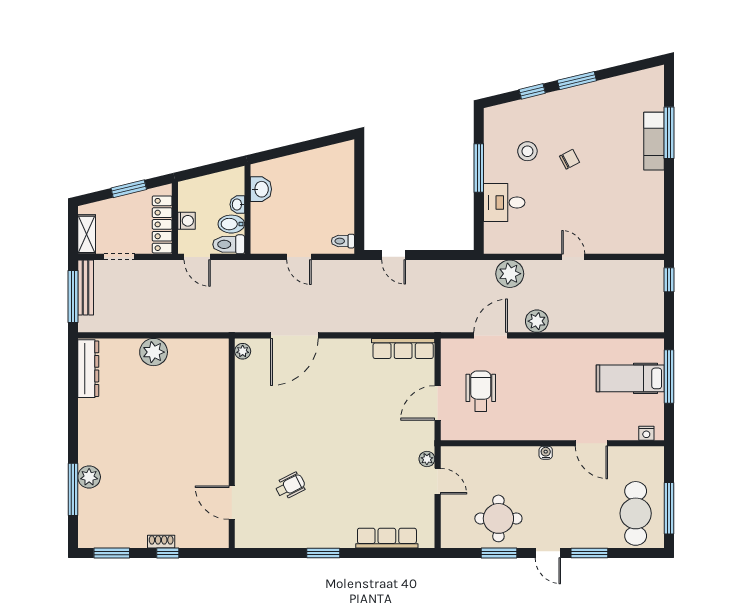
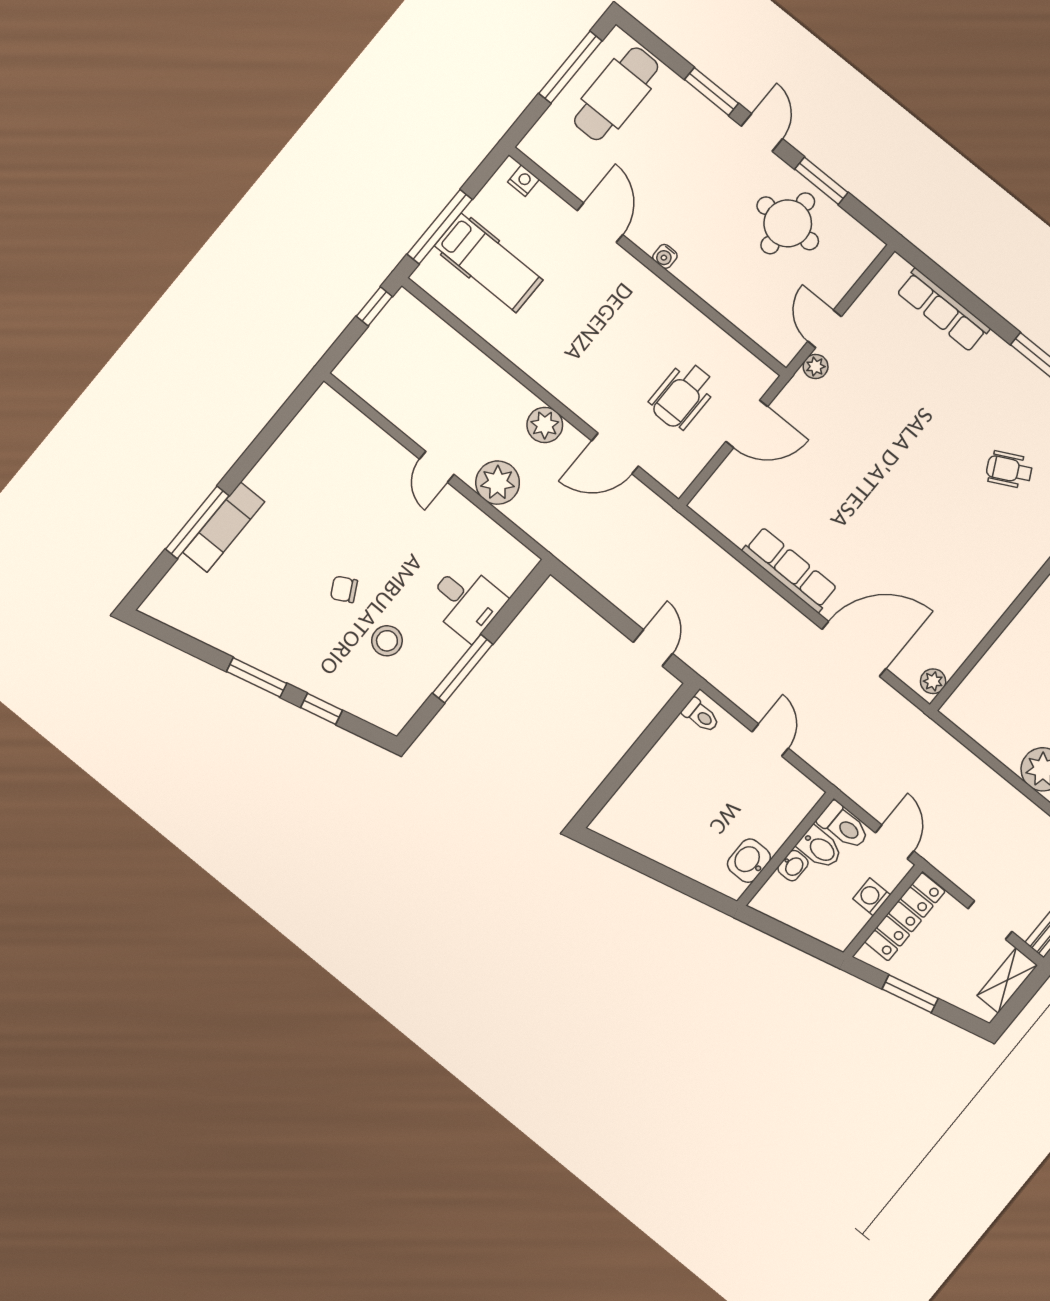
plant: (510, 274) -> (498, 483), moved
window: (669, 280) -> (374, 306), moved
row of seats: (403, 349) -> (790, 570), moved

